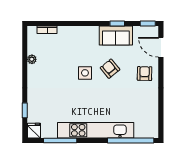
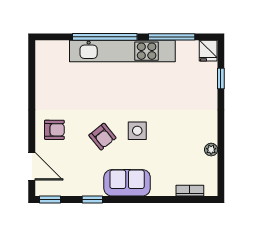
sofa: (116, 35) -> (127, 183), moved
armchair: (145, 74) -> (54, 130), turned -91
window: (131, 140) -> (105, 37), moved

